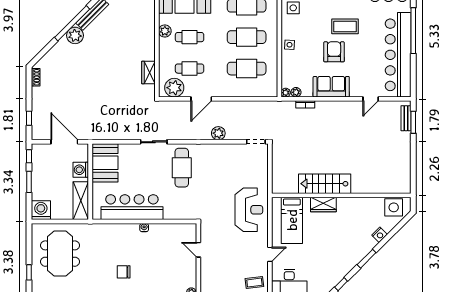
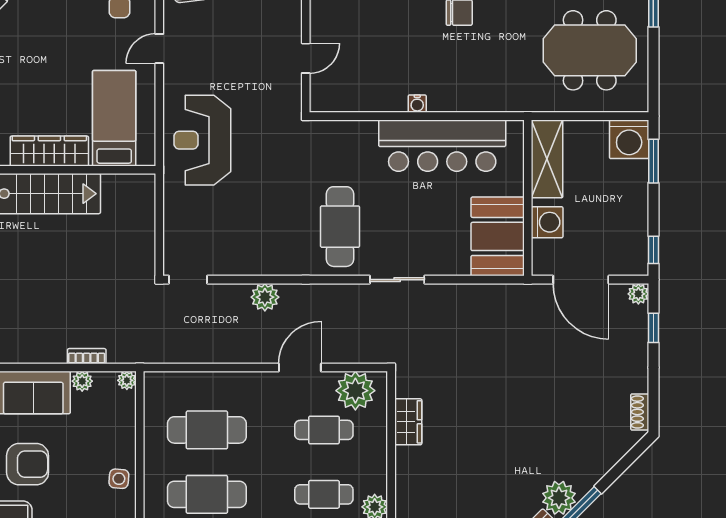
armchair: (334, 52) -> (28, 464), turned -90
plant: (296, 92) -> (82, 381), moved
plant: (36, 135) -> (638, 294), added
window: (29, 182) -> (653, 161), moved
wardrobe: (323, 204) -> (49, 151), width x1.50
door: (198, 250) -> (306, 58), hinge flipped
meeting table: (60, 254) -> (590, 50), turned 90

